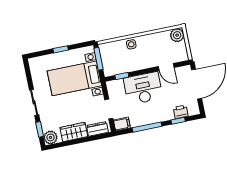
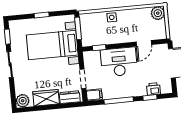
door: (166, 67) -> (144, 43), hinge flipped
window: (40, 129) -> (7, 37), moved

